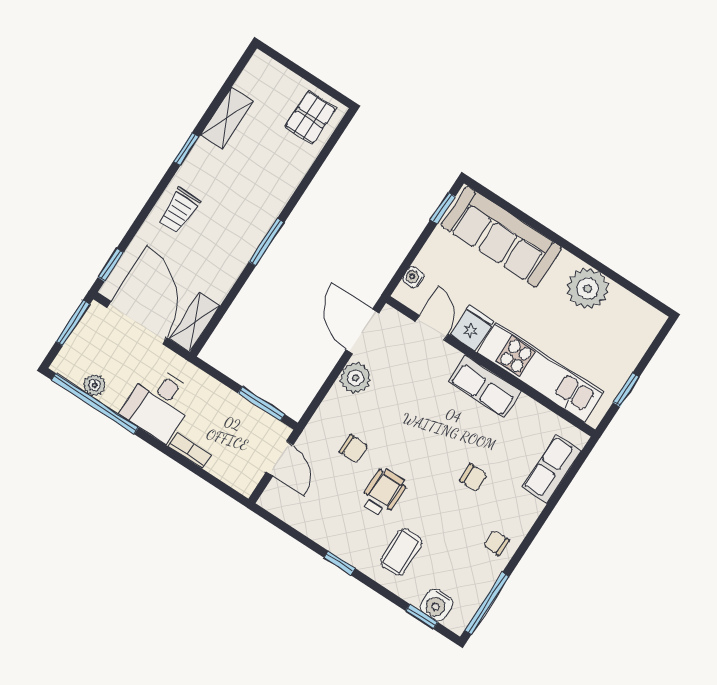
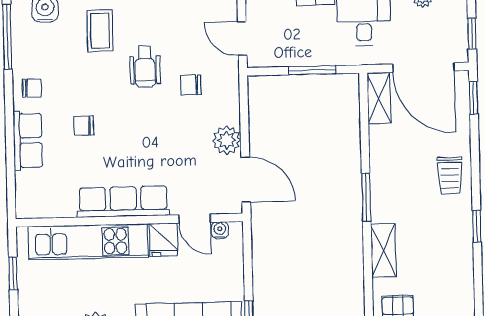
shelving: (227, 118) -> (383, 250), moved
trolley: (179, 210) -> (450, 176), turned 180
water cooler: (413, 277) -> (220, 230), moved, turned -90
window: (73, 323) -> (472, 34), width x0.67
row of seats: (485, 386) -> (123, 202), width x1.48
window: (261, 404) -> (312, 70), moved
row of seats: (552, 469) -> (28, 140), moved

